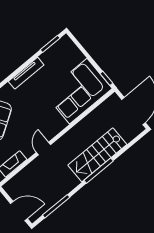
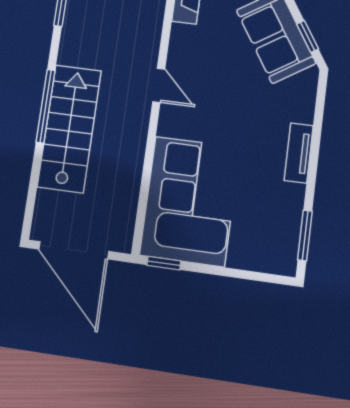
tv unit: (26, 73) -> (299, 153), width x0.71
door: (43, 148) -> (159, 85), moved

